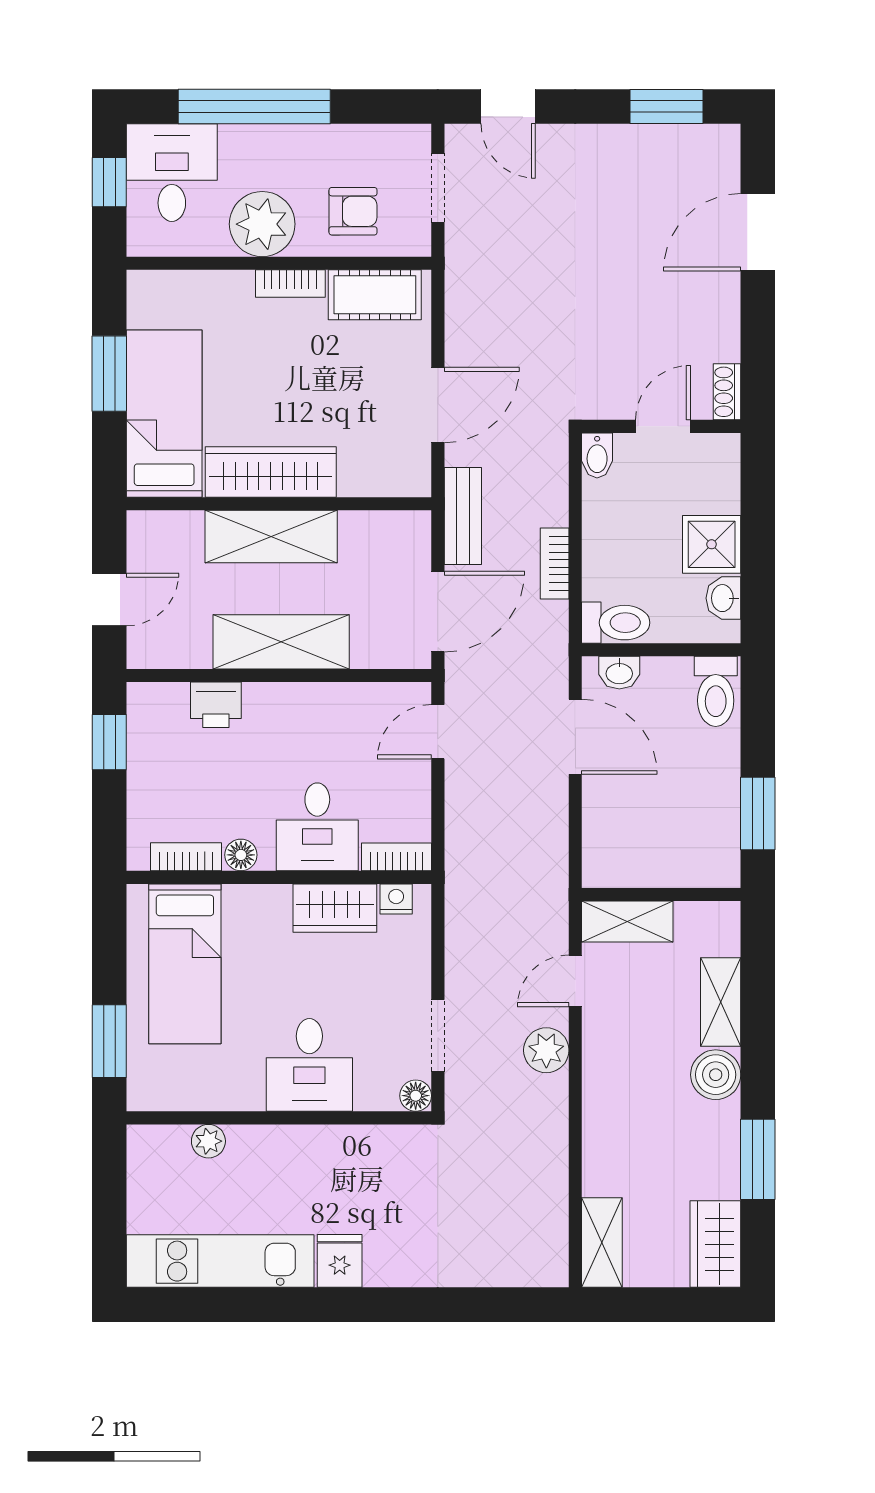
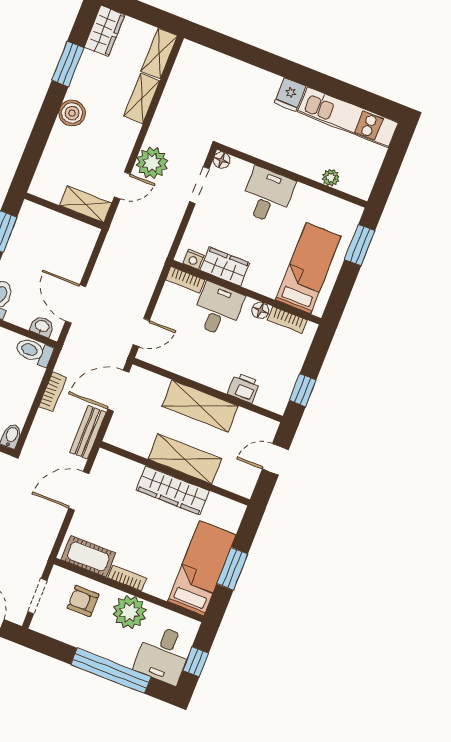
bed: (164, 414) -> (202, 568), moved, turned 180
shelving: (721, 1002) -> (142, 98), moved
plant: (546, 1050) -> (152, 163), width x1.36, depth x1.36

